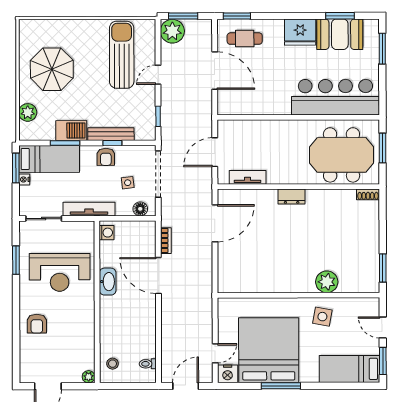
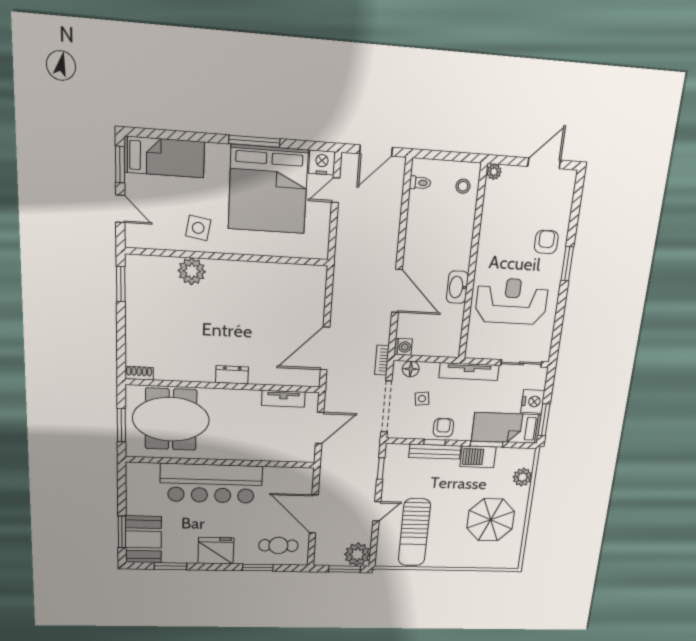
window: (237, 16) -> (258, 568), moved
booth: (340, 34) -> (143, 539), moved, turned 90
bar counter: (335, 97) -> (211, 483), moved
nightstand: (24, 179) -> (533, 401), width x1.89, depth x1.79
washing machine: (107, 233) -> (403, 347), moved, turned 180
bookcase: (166, 241) -> (382, 360), moved
window: (16, 260) -> (567, 264), moved

